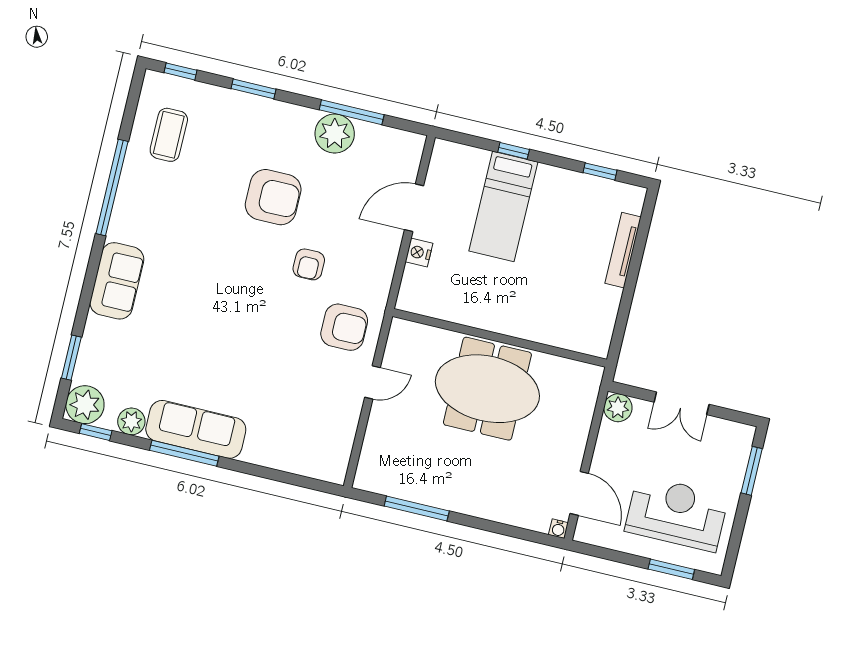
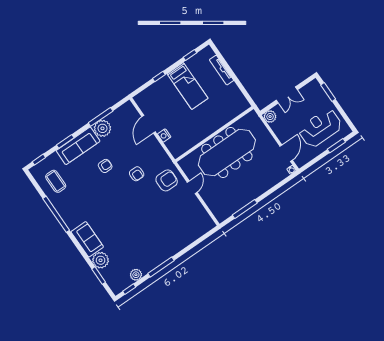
armchair: (273, 197) -> (105, 166), width x0.53, depth x0.53
bed: (503, 206) -> (187, 86), moved
meeting table: (487, 389) -> (227, 153), width x1.36
plant: (85, 405) -> (101, 260), moved
sofa: (196, 429) -> (78, 146), moved, turned 180
door: (579, 493) -> (286, 153), hinge flipped

